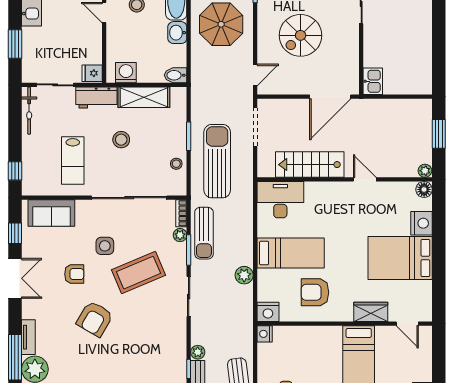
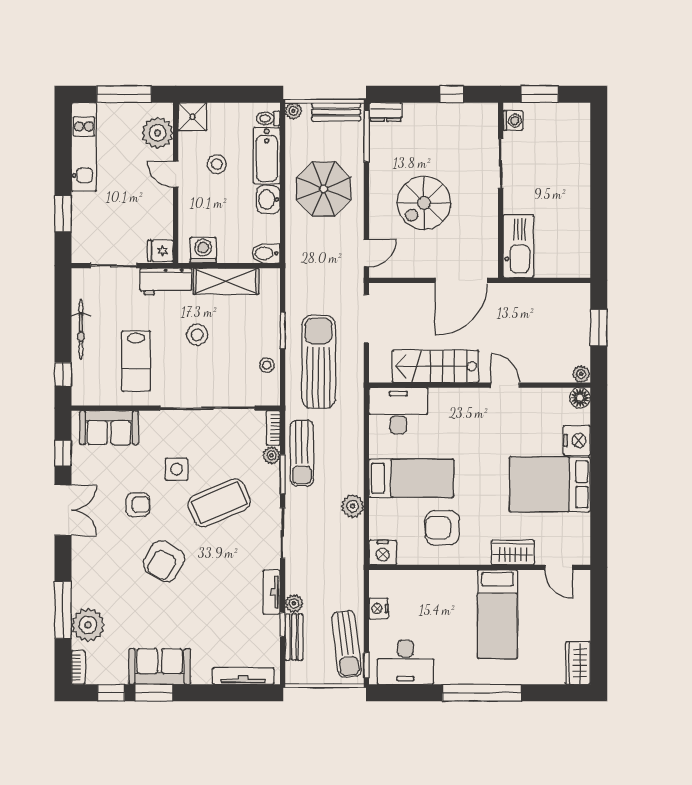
kitchen sink: (373, 81) -> (518, 246), width x1.87, depth x1.24
bicycle: (29, 111) -> (81, 329), moved
nightstand: (265, 334) -> (379, 609), moved
tv unit: (28, 337) -> (272, 592), moved, turned 180

